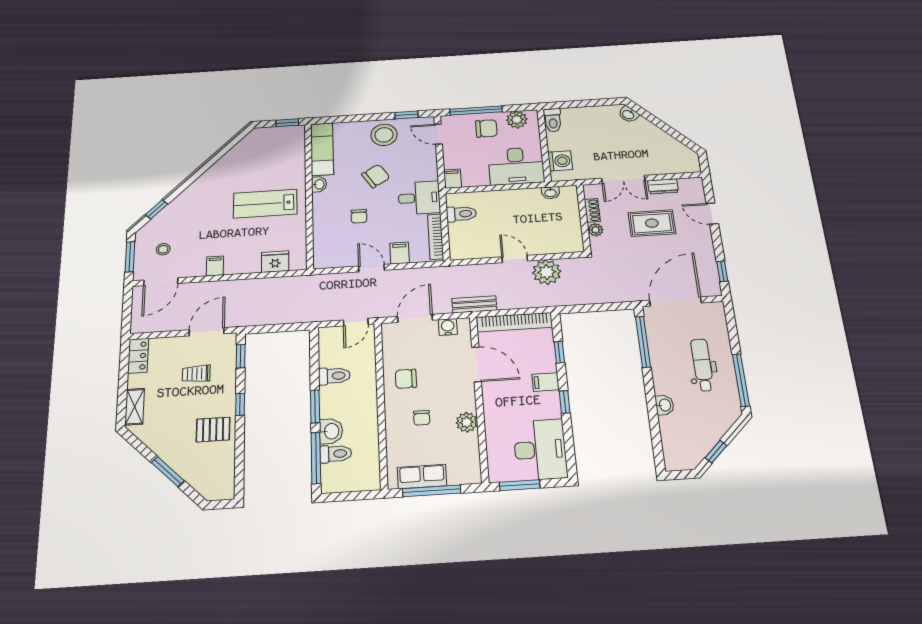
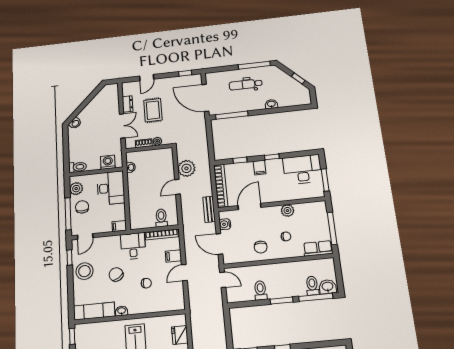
toilet: (461, 214) -> (161, 218), moved
washbasin: (331, 431) -> (328, 287), moved
row of seats: (422, 477) -> (318, 248), moved, turned 90

